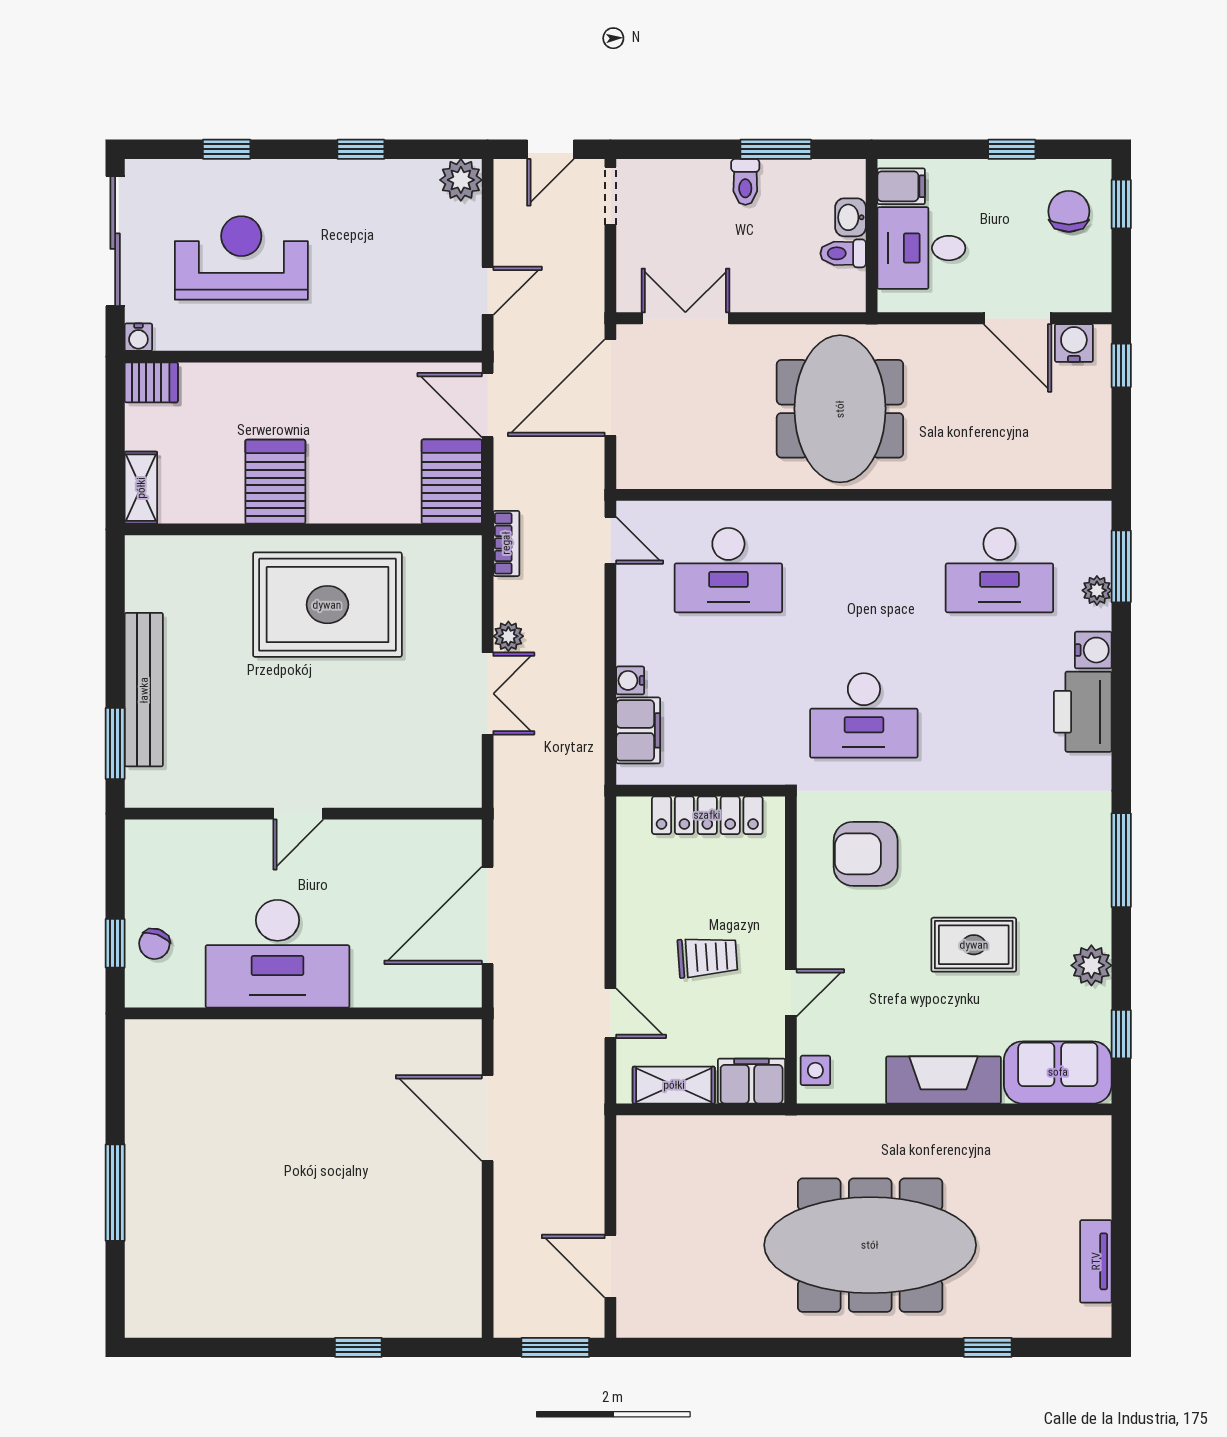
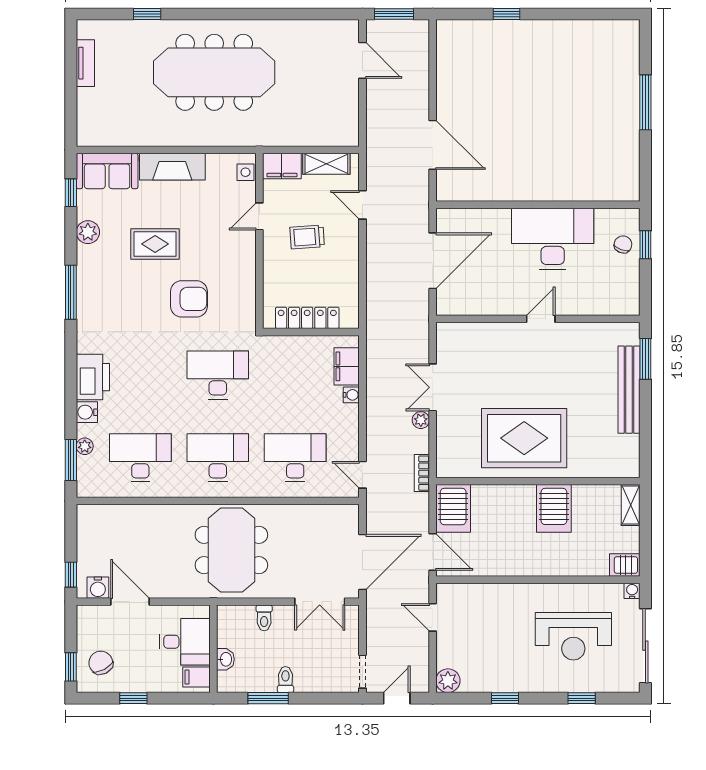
chair: (1069, 211) -> (101, 663), turned 152
toilet: (843, 253) -> (264, 618), moved, turned 90
door: (488, 291) -> (433, 617), hinge flipped
desk: (864, 570) -> (218, 458), added
armchair: (866, 854) -> (189, 299), moved

